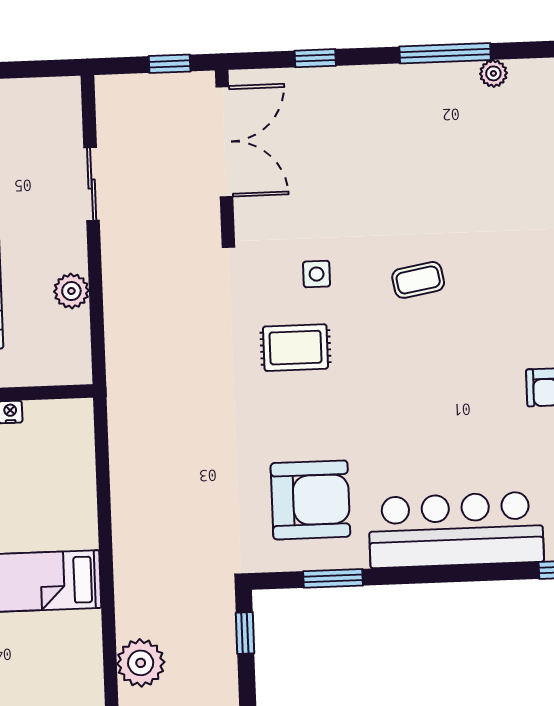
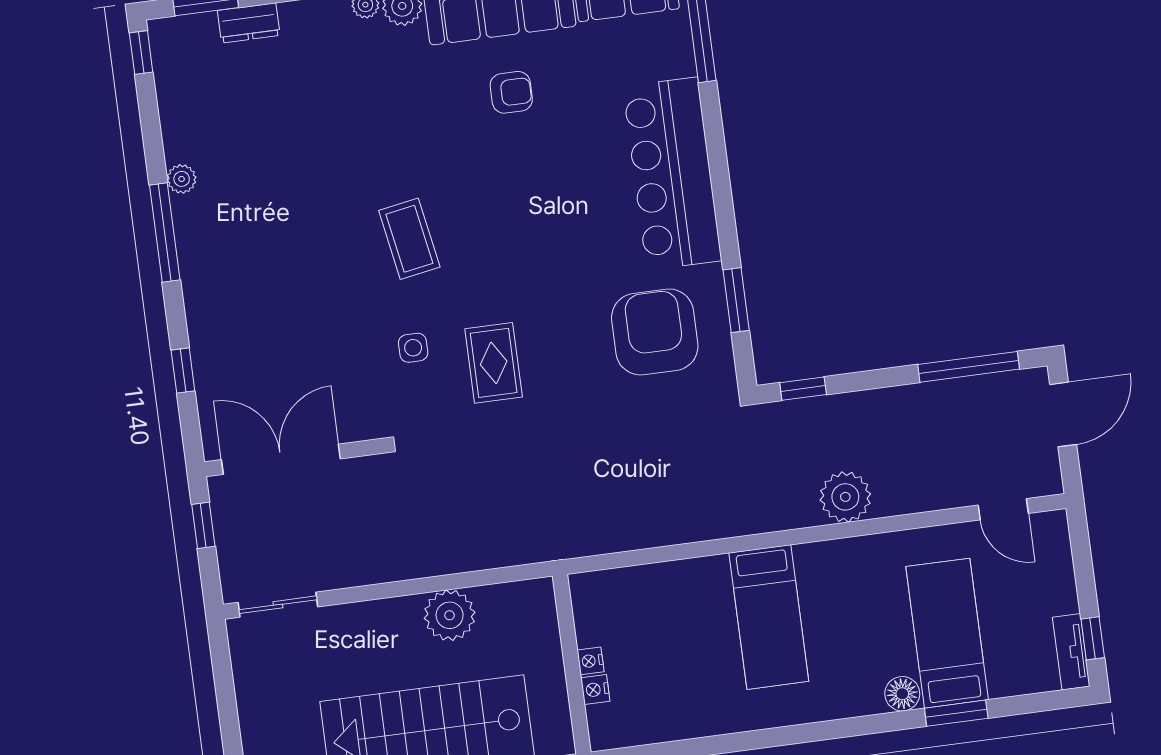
sliding door: (92, 184) -> (278, 605), moved
coffee table: (418, 280) -> (409, 239), width x1.36, depth x1.30
plant: (71, 291) -> (450, 615), width x1.36, depth x1.36

